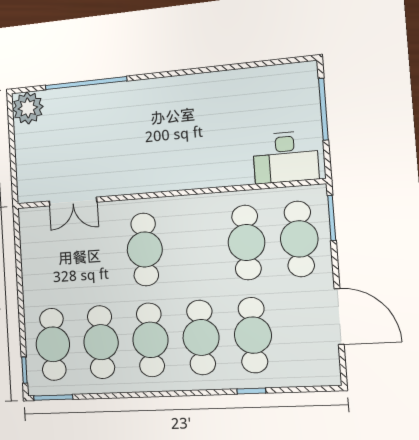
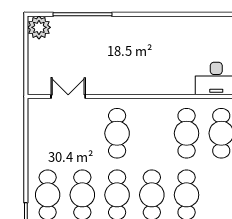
double door: (73, 202) -> (68, 97), swing flipped

